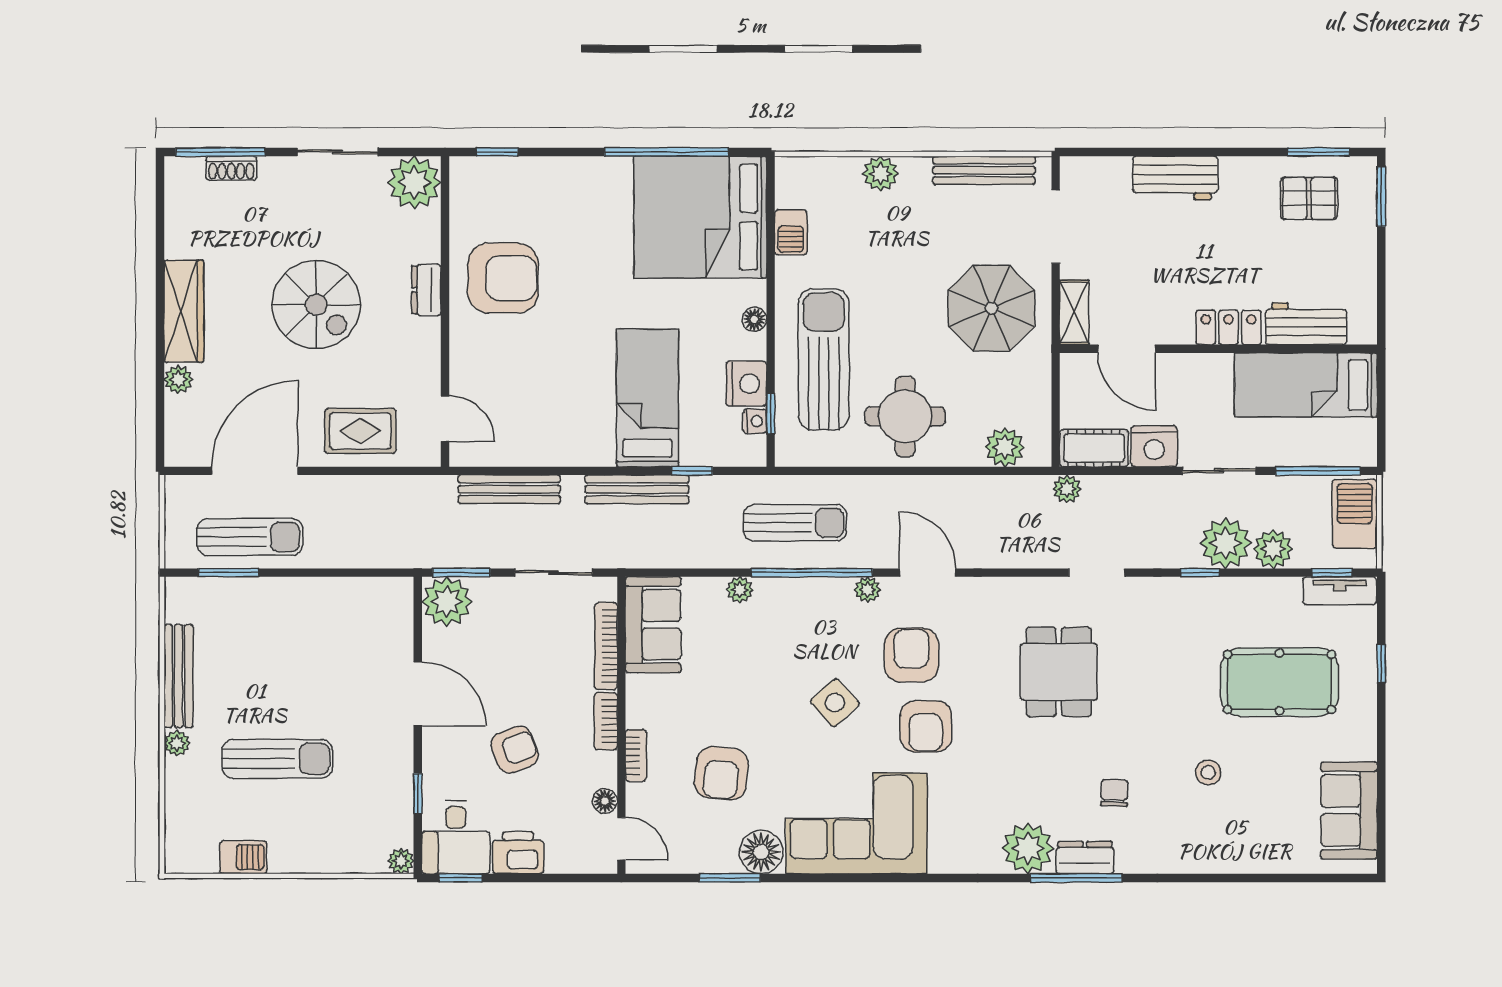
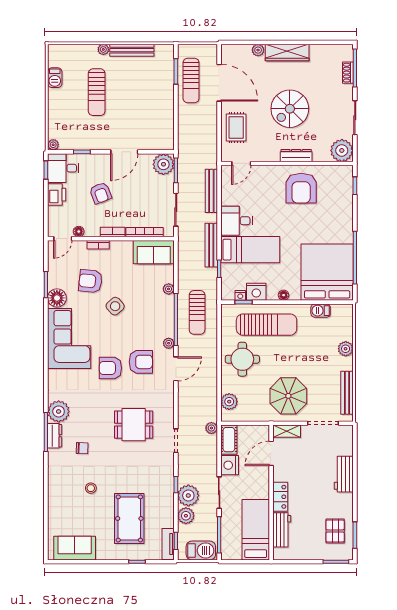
dresser: (426, 290) -> (296, 156), width x1.44
desk: (579, 430) -> (237, 221), added
side table: (835, 703) -> (115, 306), moved

